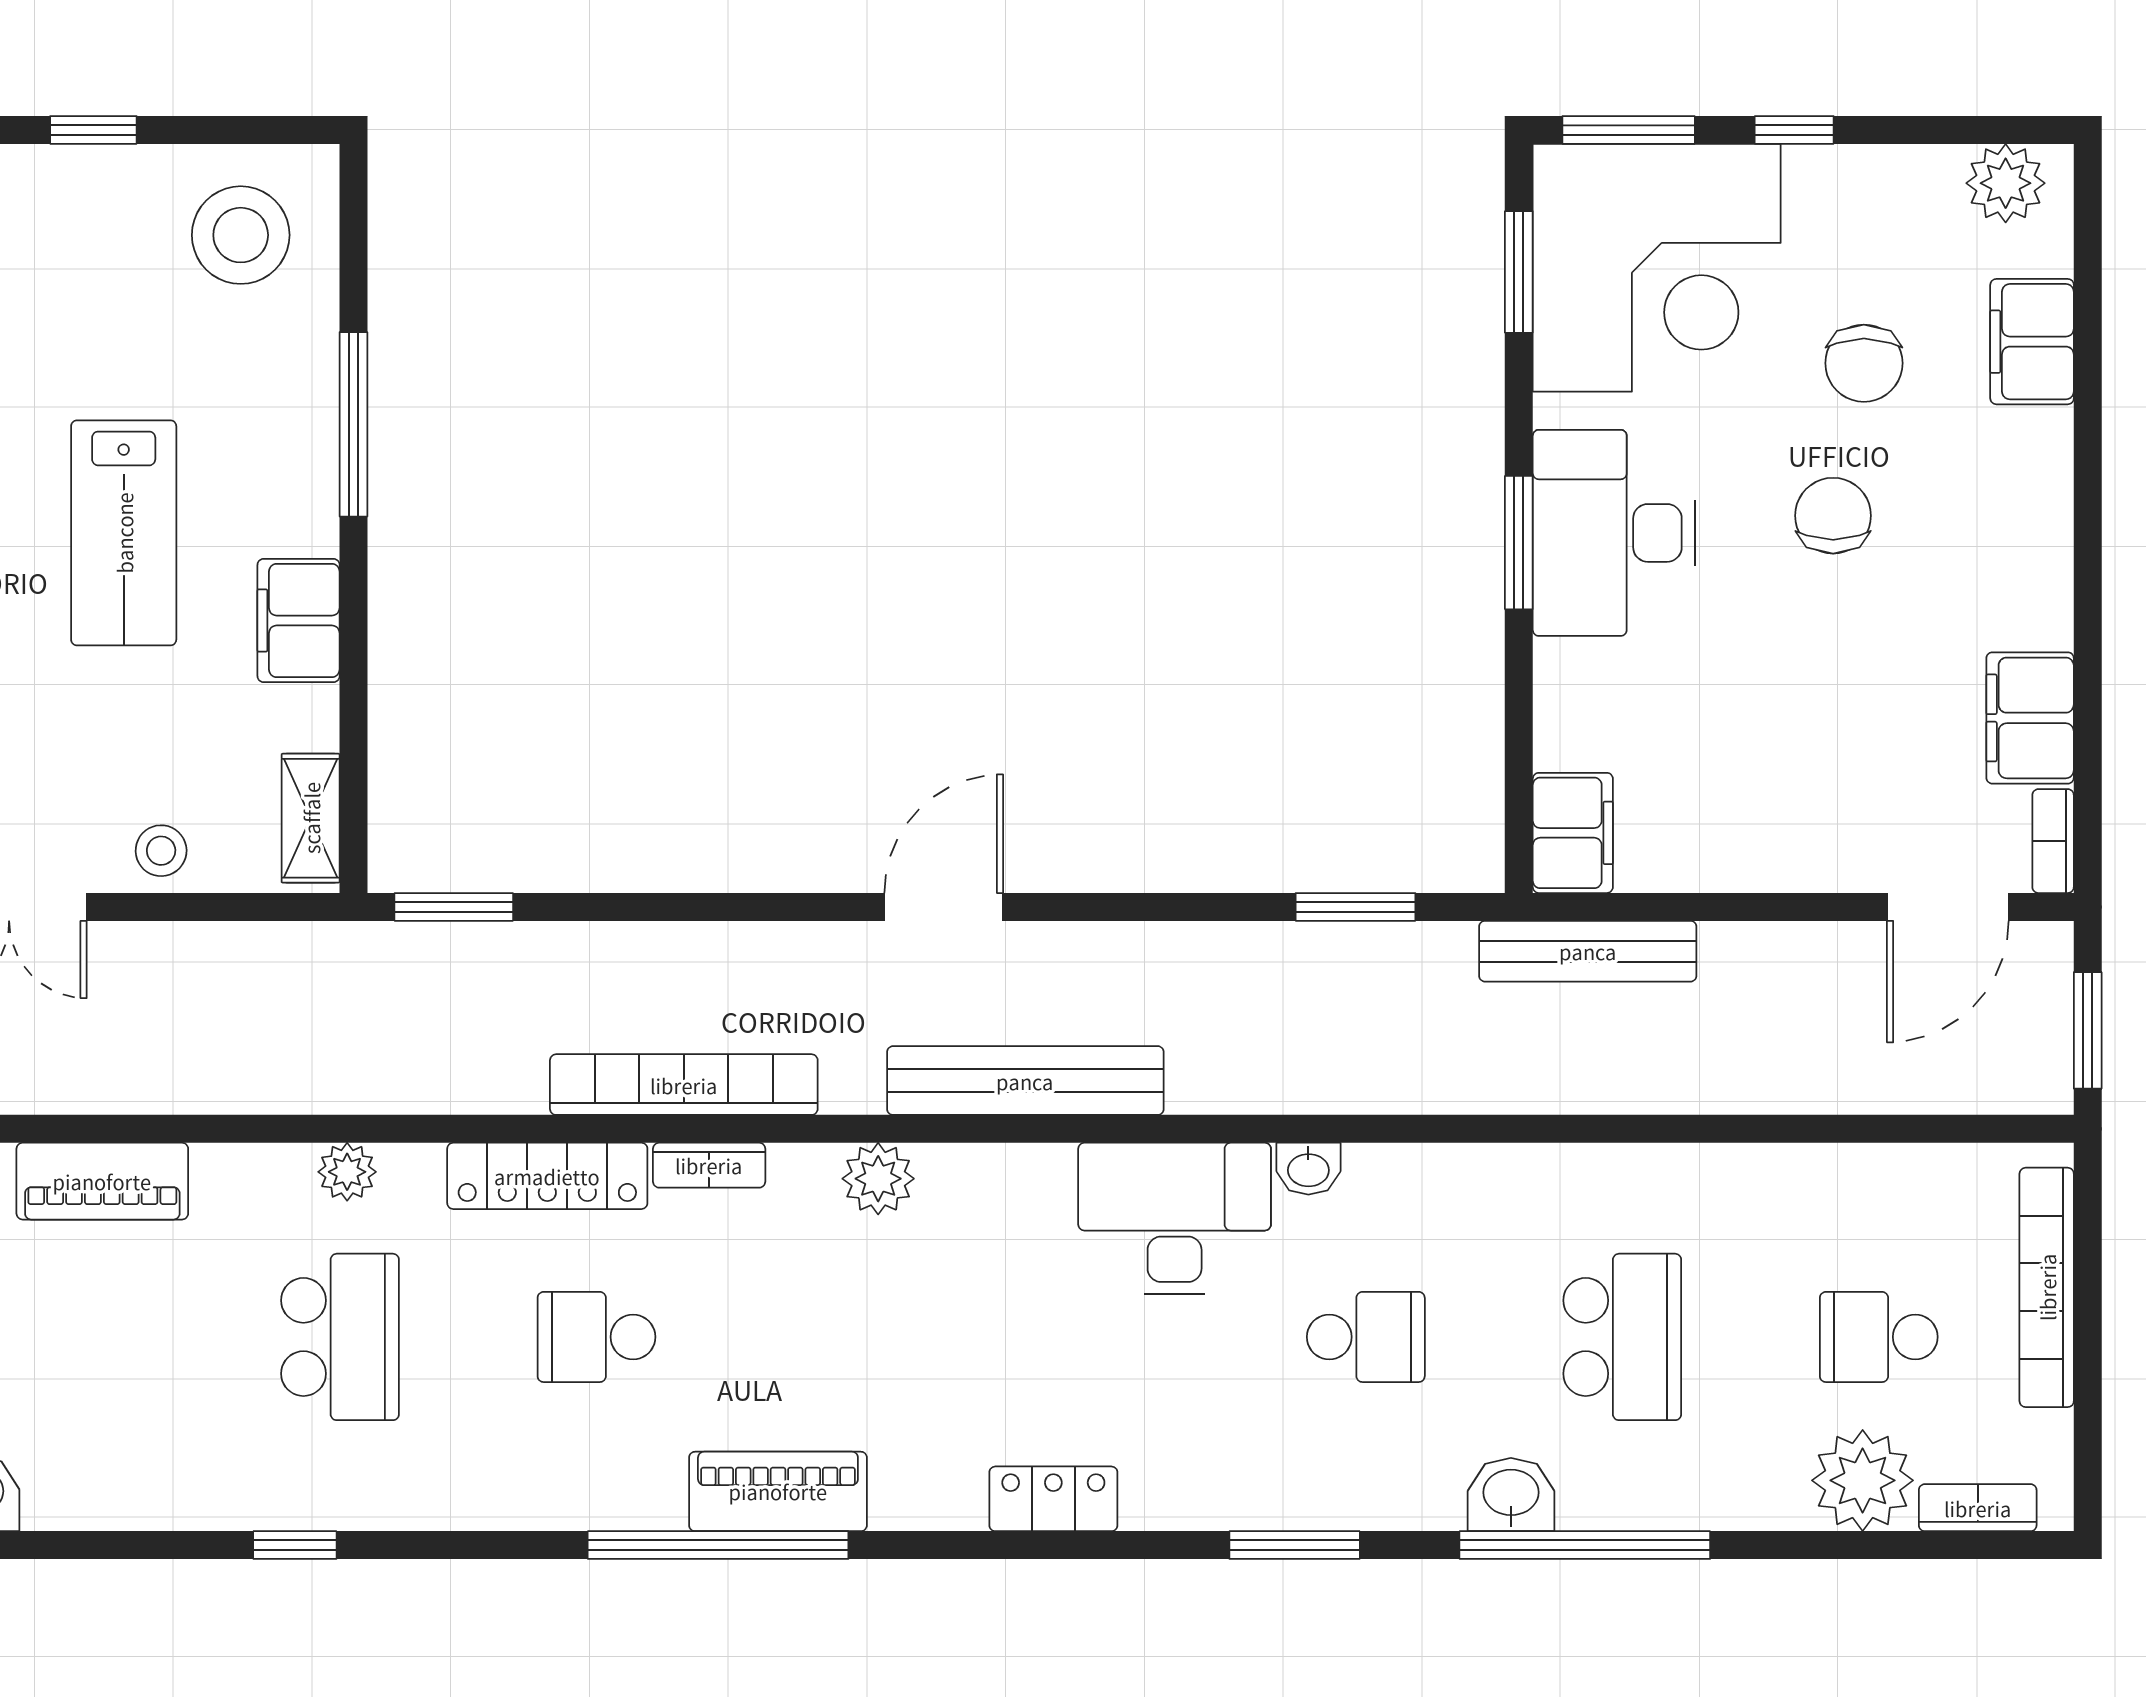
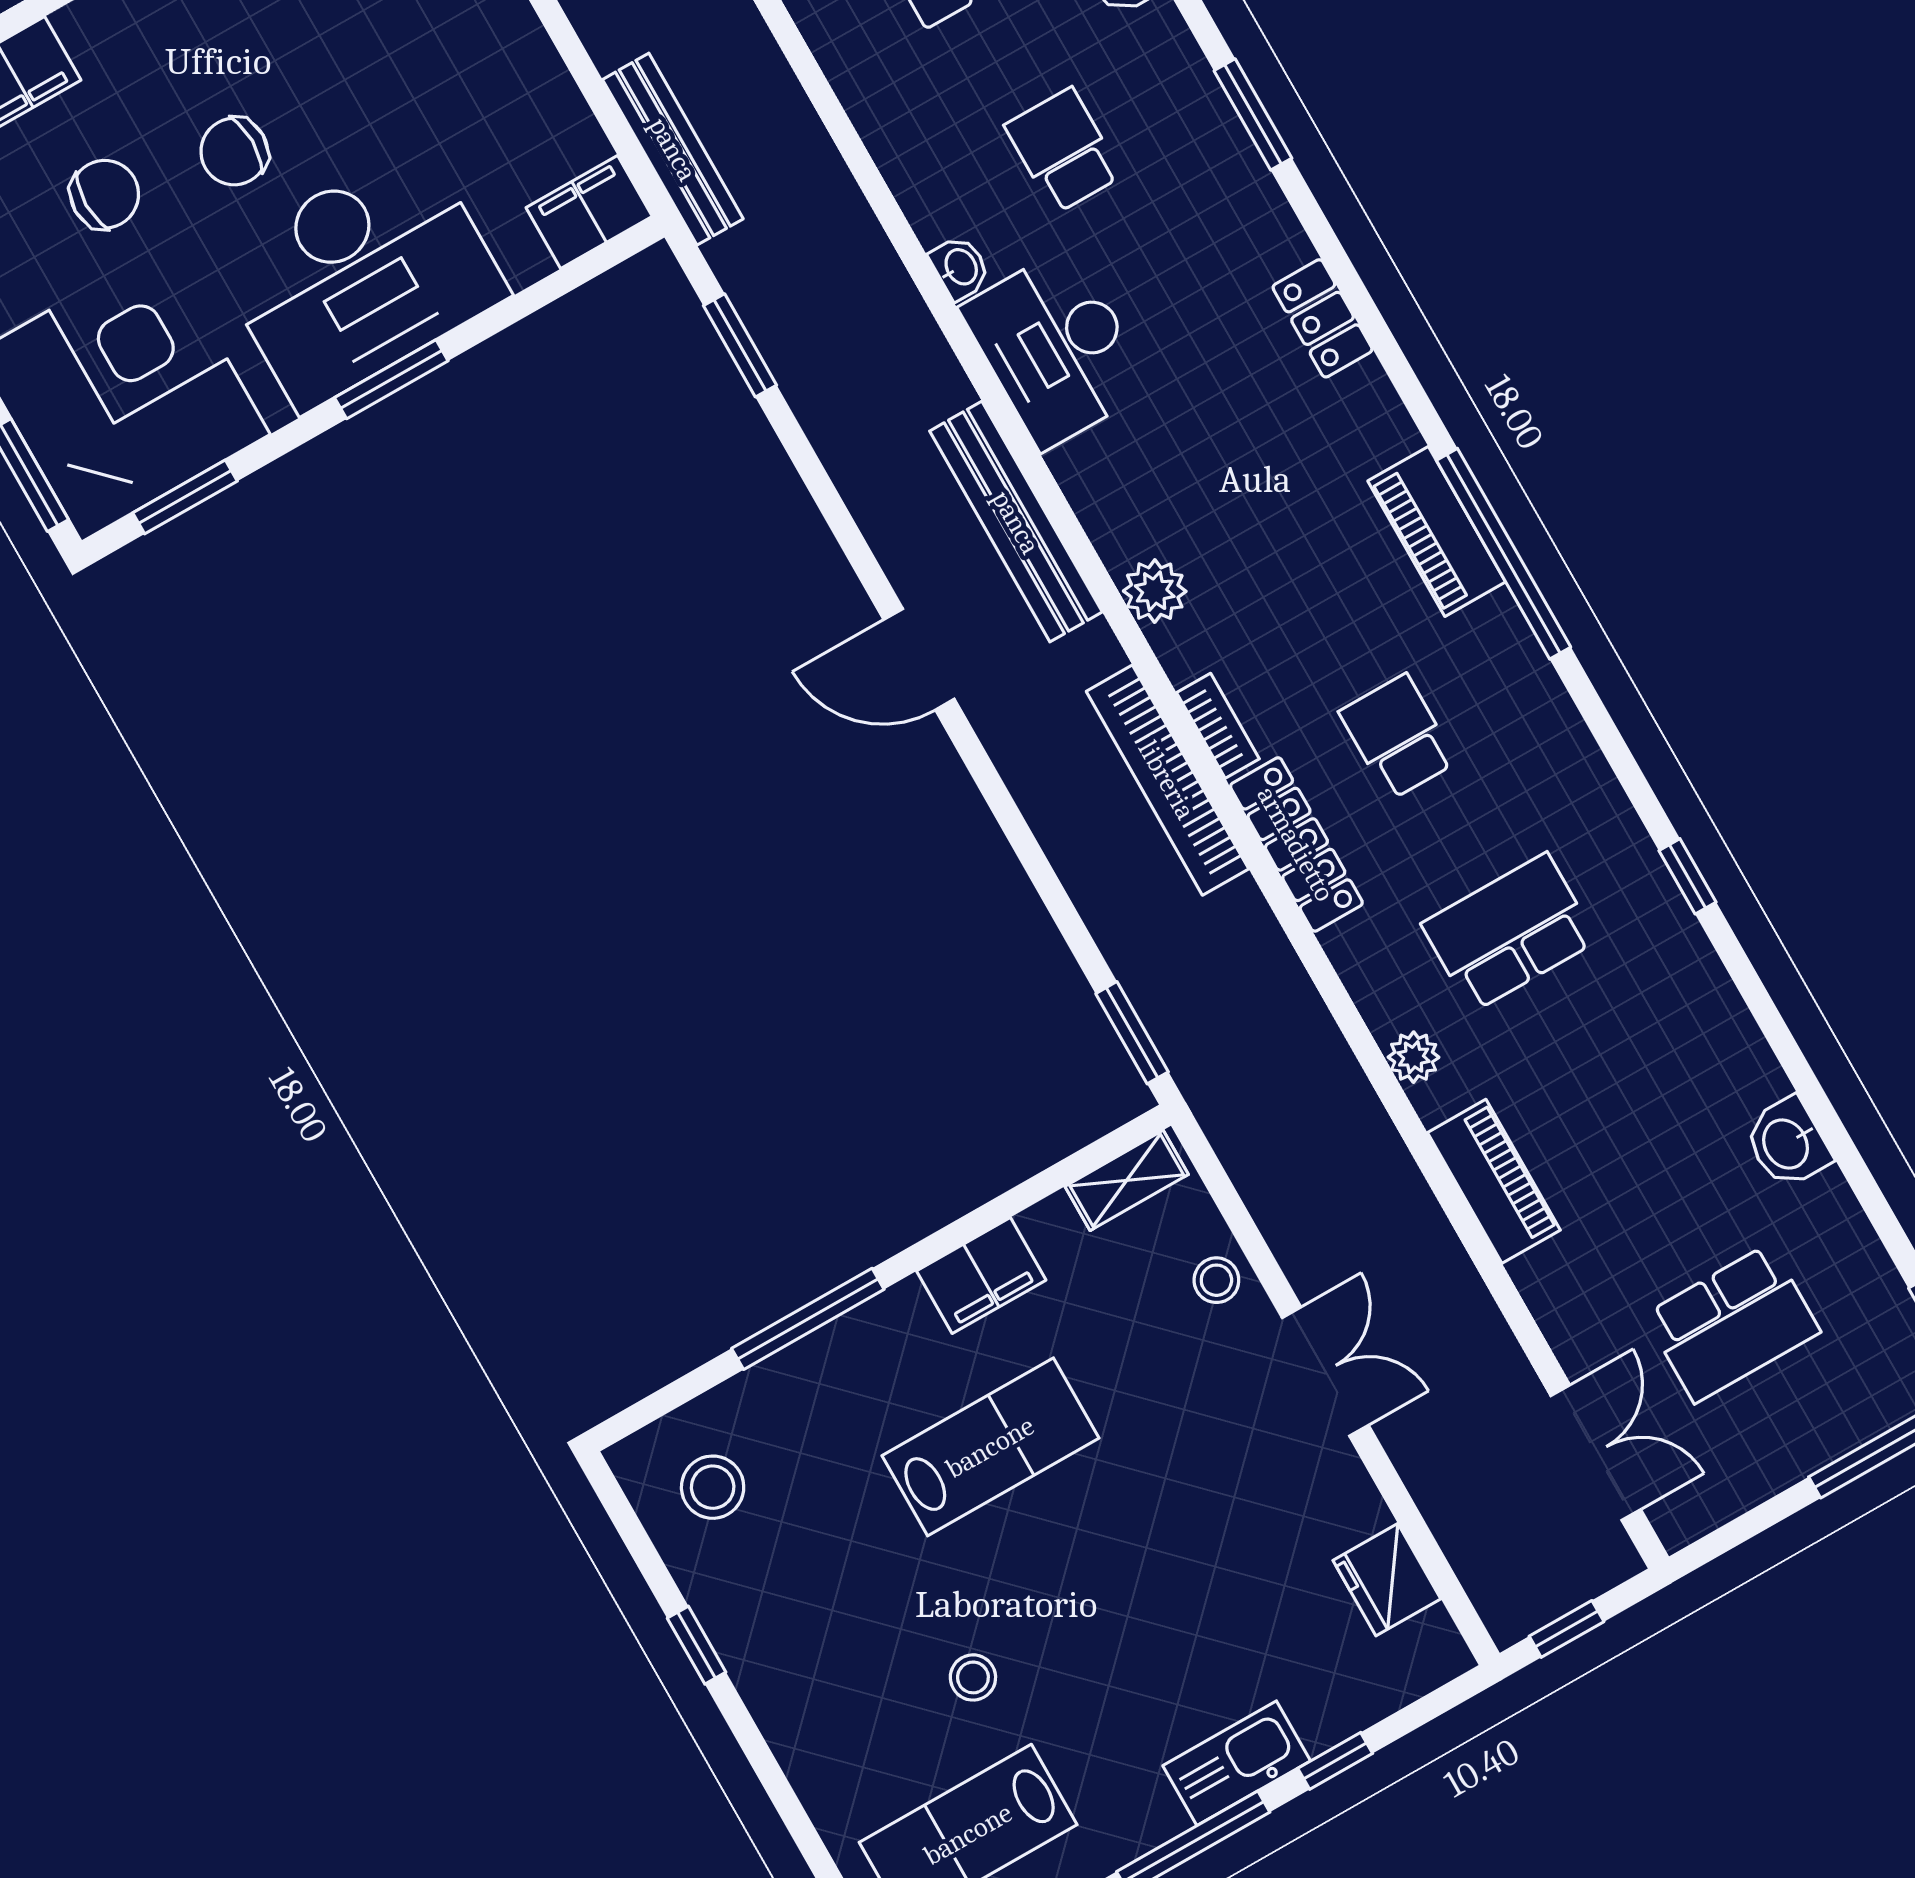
stool: (241, 235) -> (713, 1487), width x0.73, depth x0.73
desk: (1614, 533) -> (361, 276), width x1.36, depth x1.30
plant: (347, 1172) -> (1414, 1057), moved
school desk: (596, 1337) -> (1398, 737), turned 180

